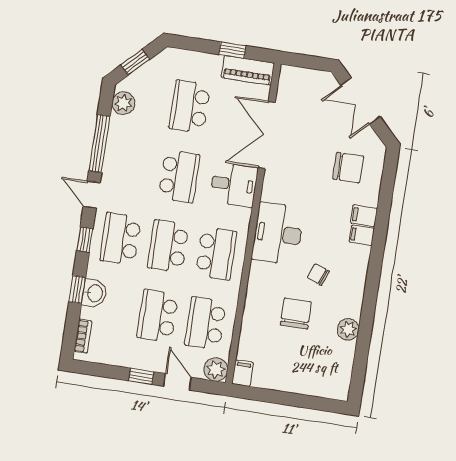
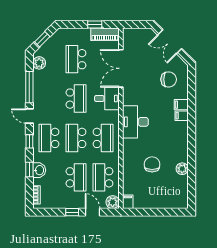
chair: (318, 274) -> (161, 141), removed
school desk: (158, 316) -> (76, 177), turned 180

